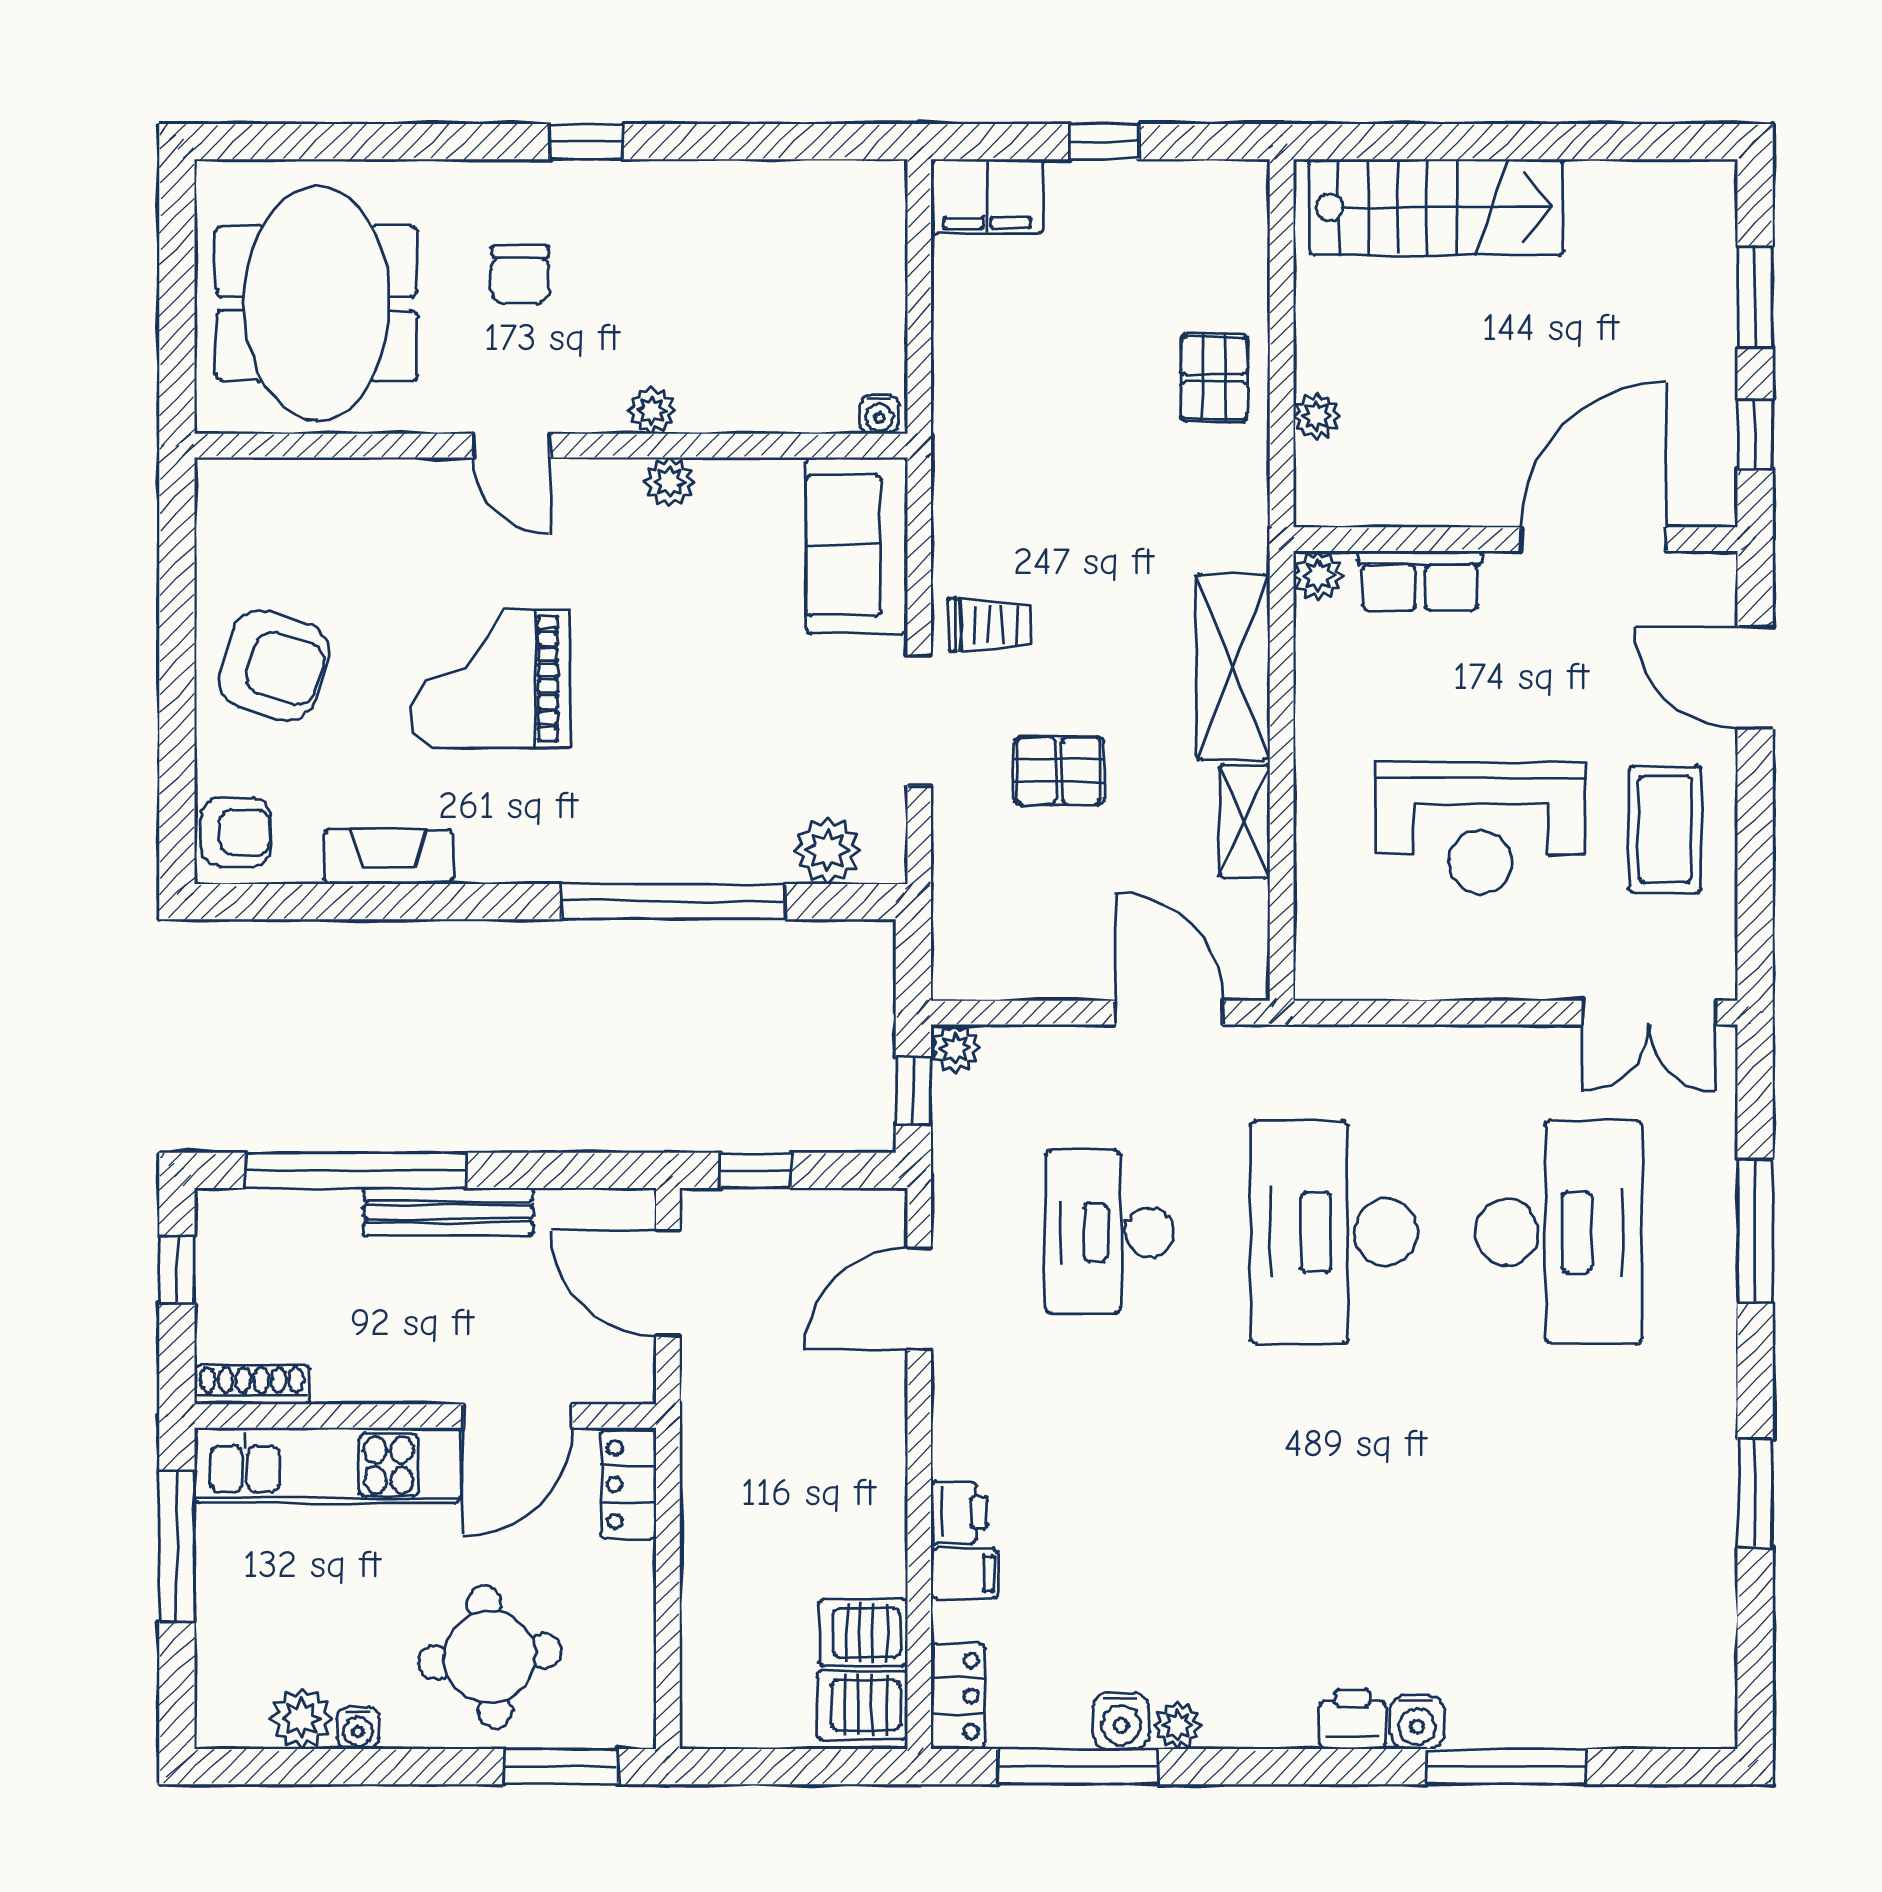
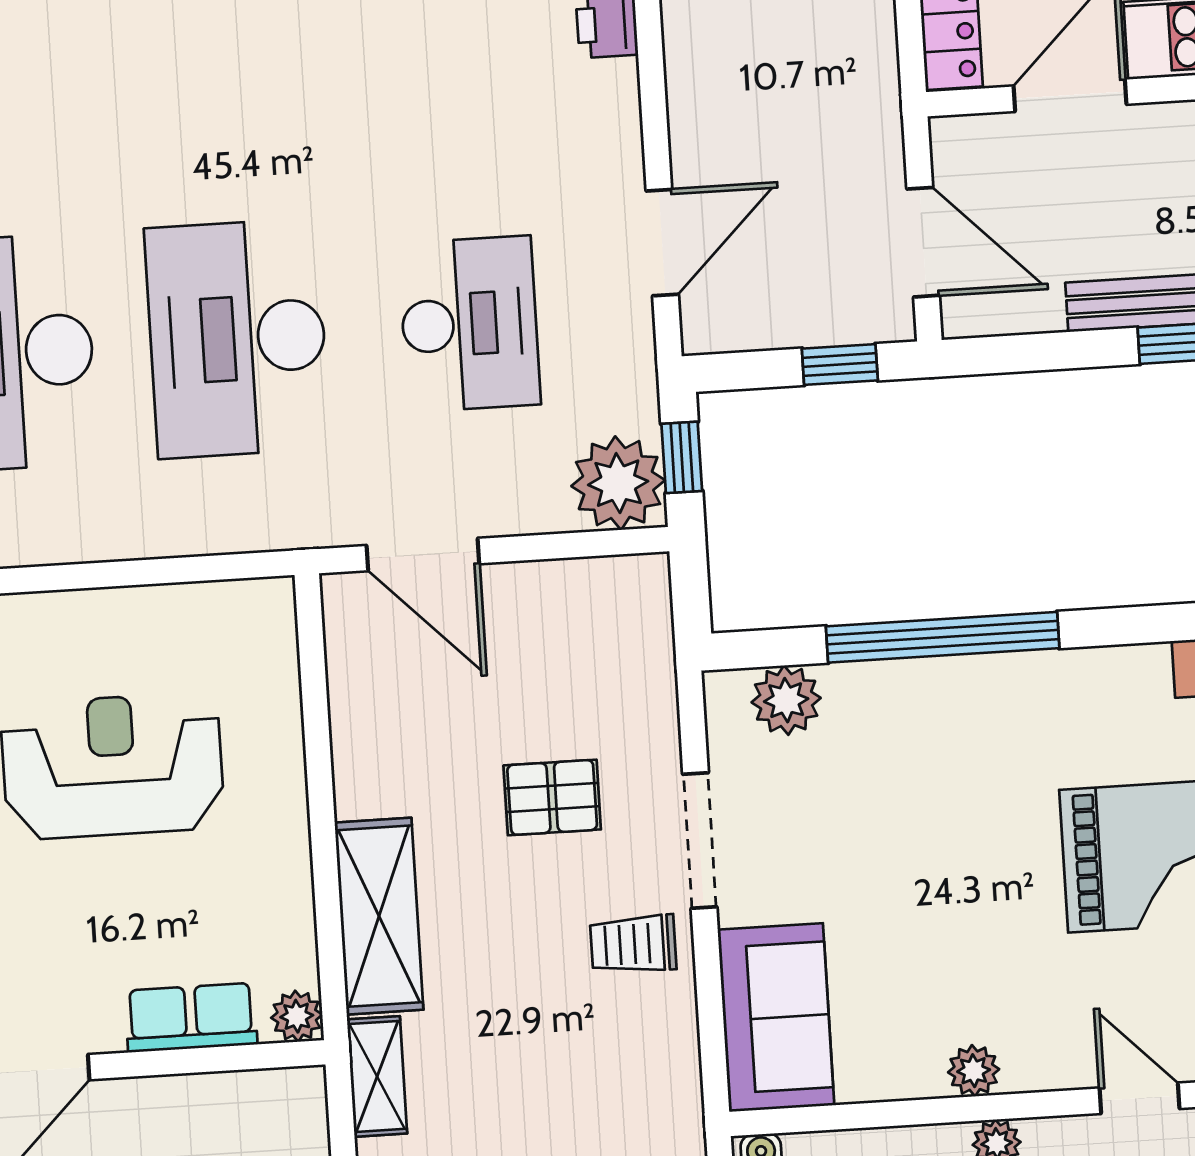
shelving: (1244, 821) -> (377, 1076), moved
plant: (955, 1049) -> (618, 483), width x1.88, depth x1.88
desk: (1334, 1232) -> (237, 338), turned 180

